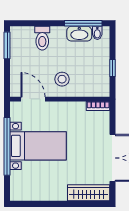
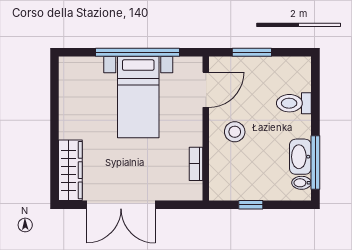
window: (7, 45) -> (252, 52), moved
bookcase: (98, 106) -> (196, 164), moved

